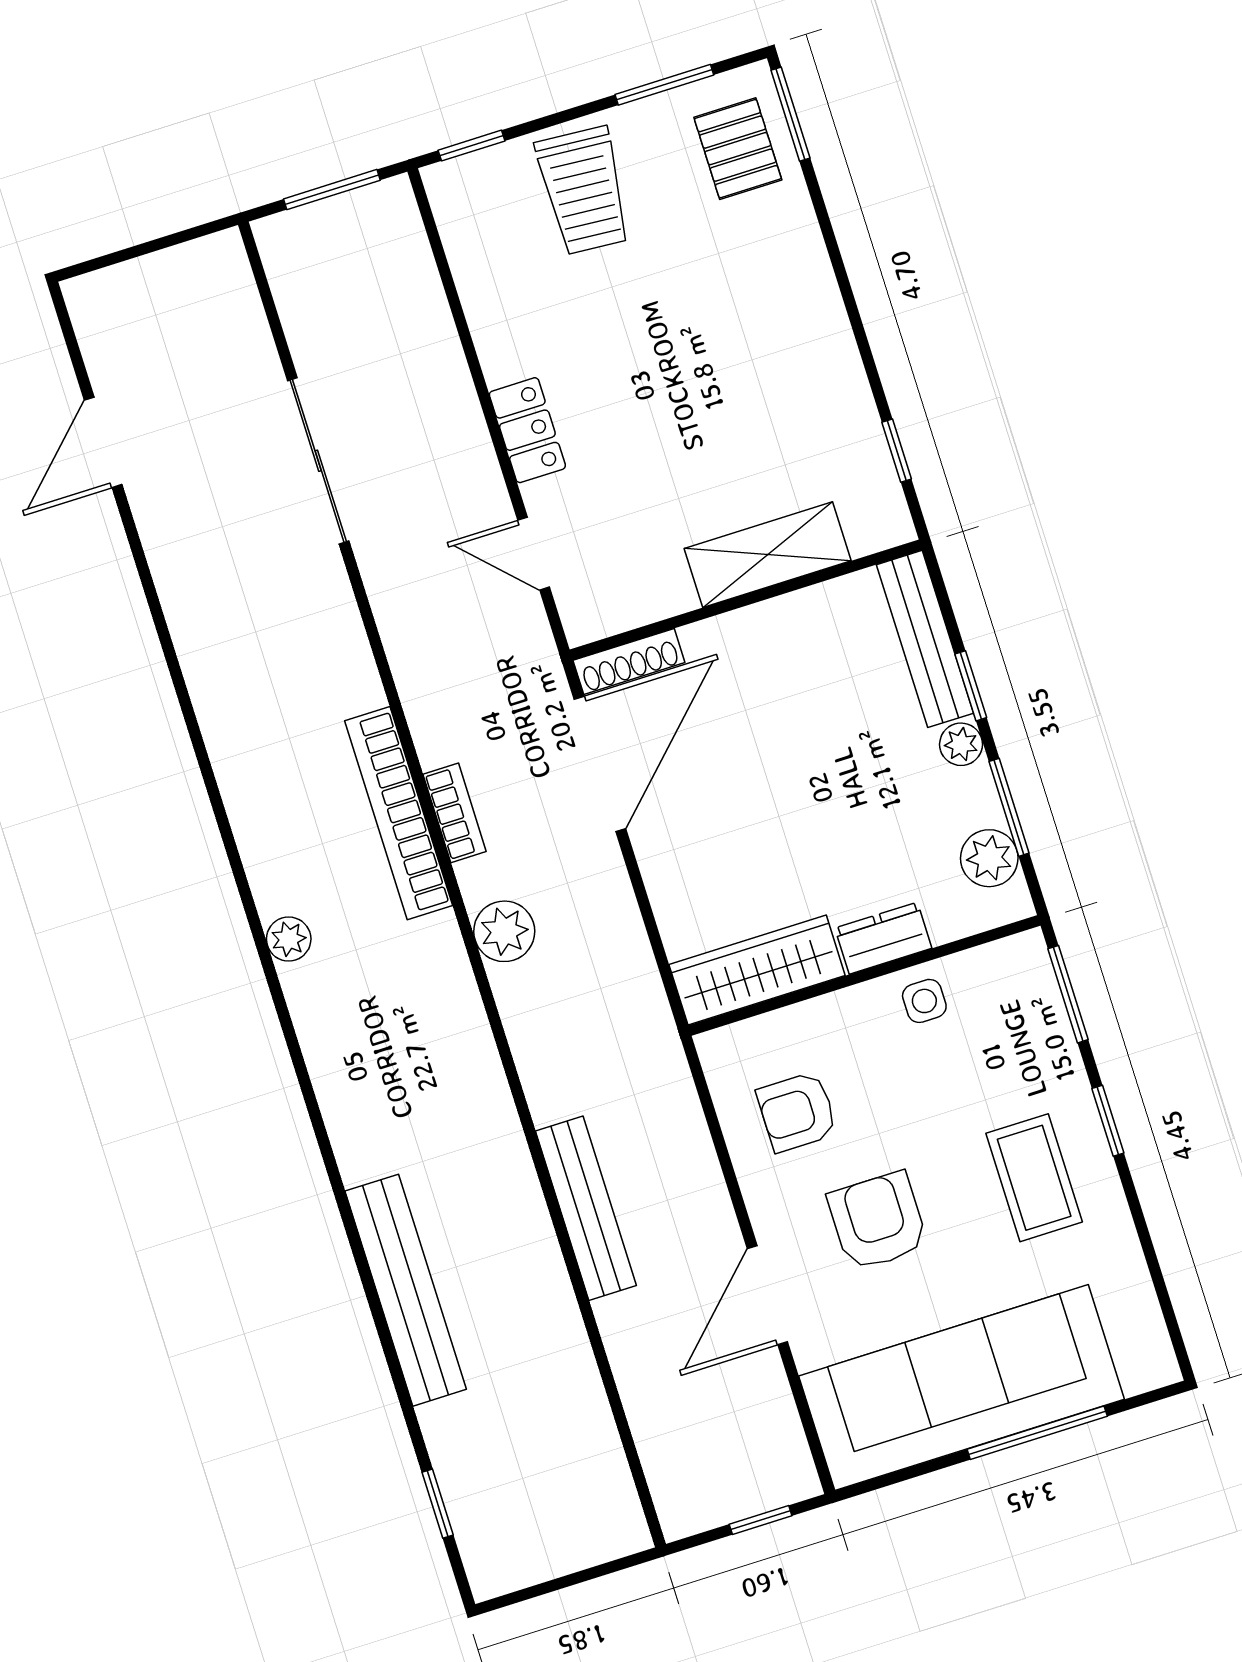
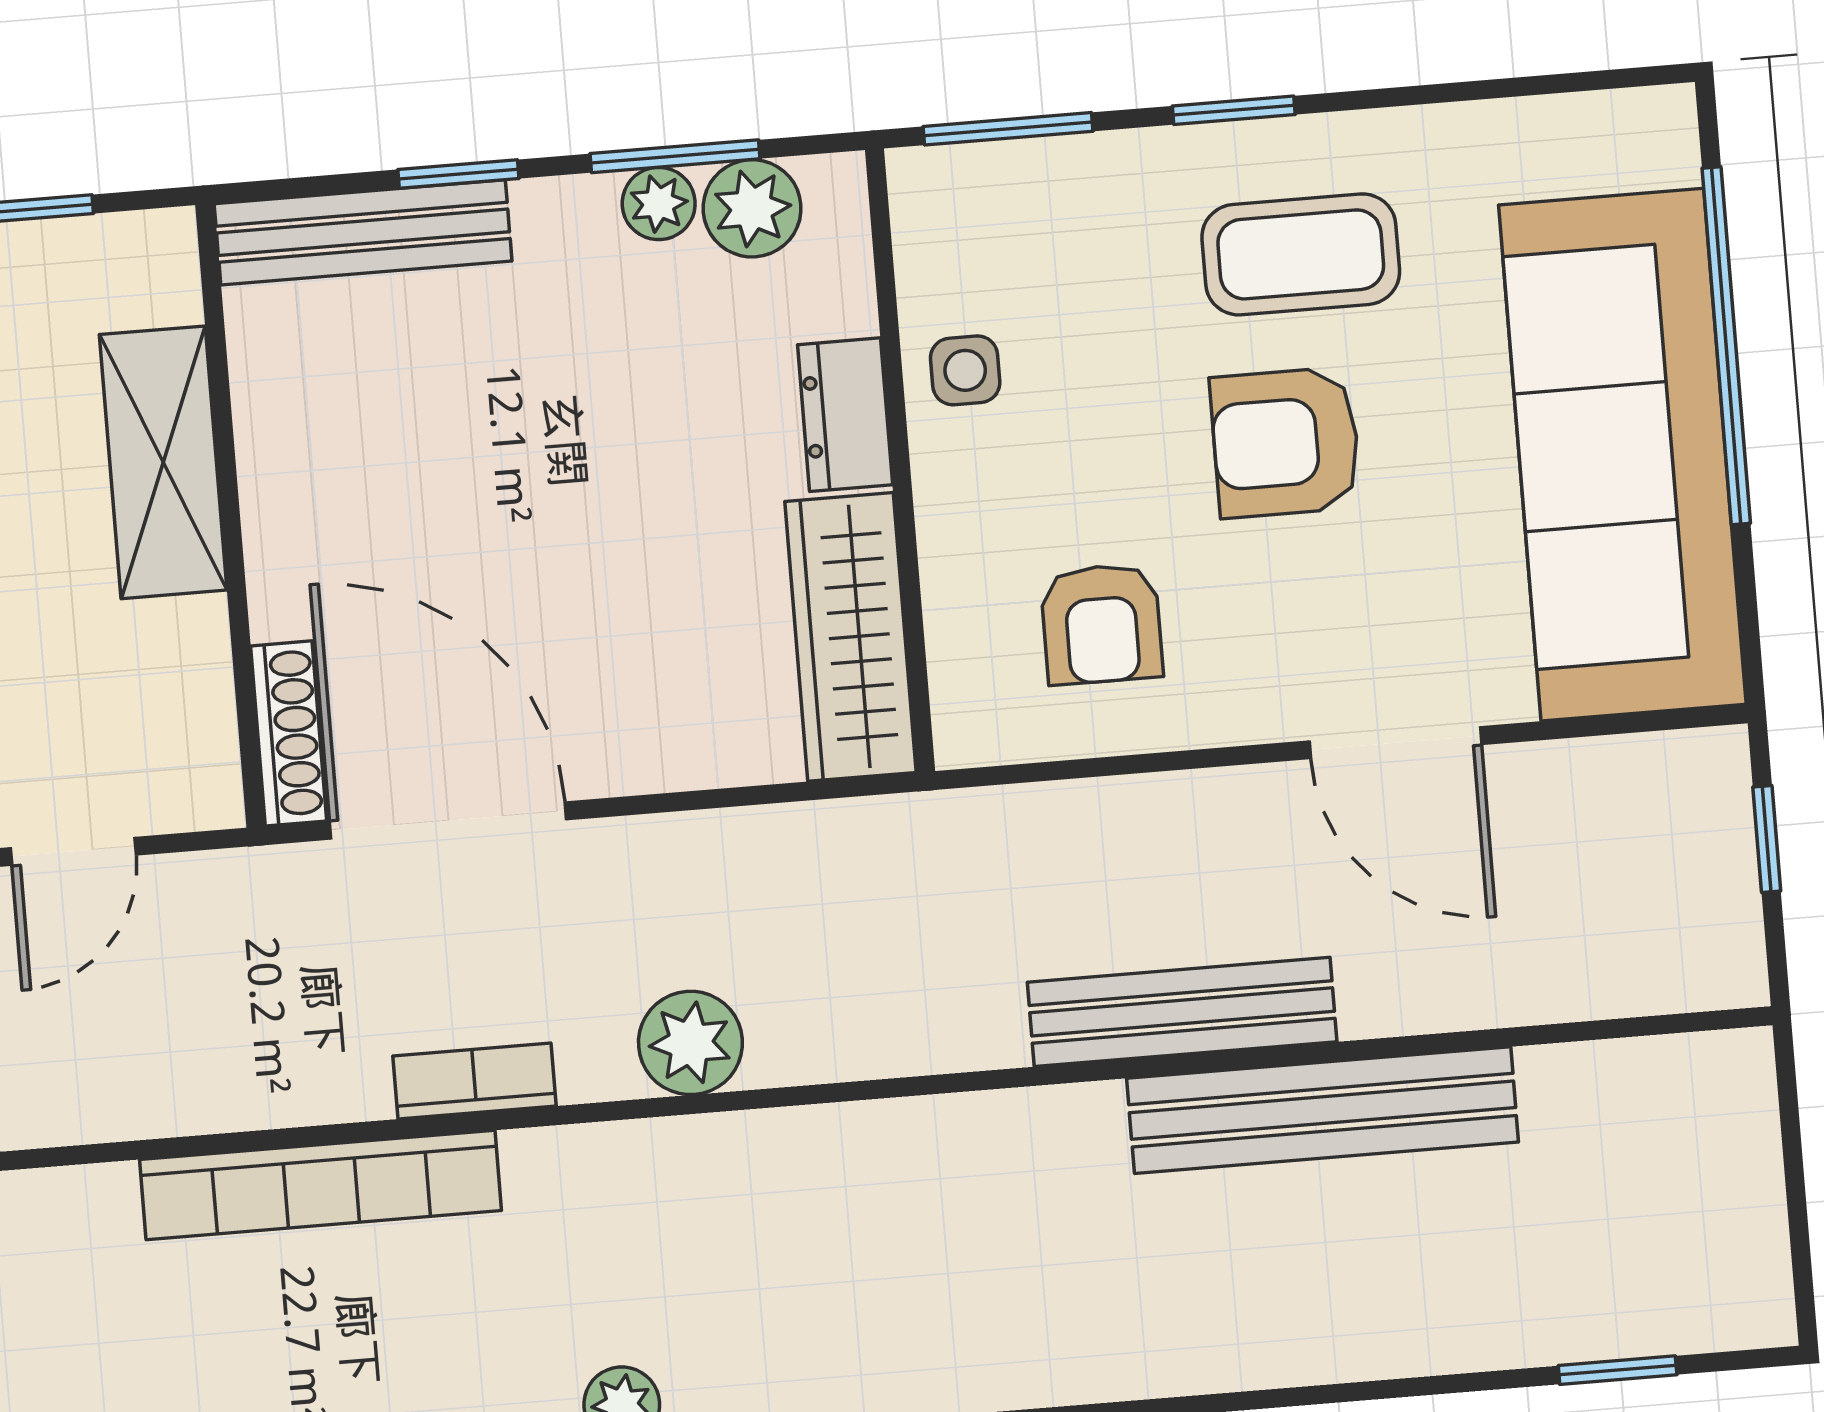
plant: (961, 744) -> (659, 204), moved
bookcase: (399, 813) -> (321, 1185), moved
armchair: (878, 1221) -> (1286, 442), moved
bench: (406, 1290) -> (1323, 1110), moved
window: (1037, 1433) -> (1726, 346), width x1.46

